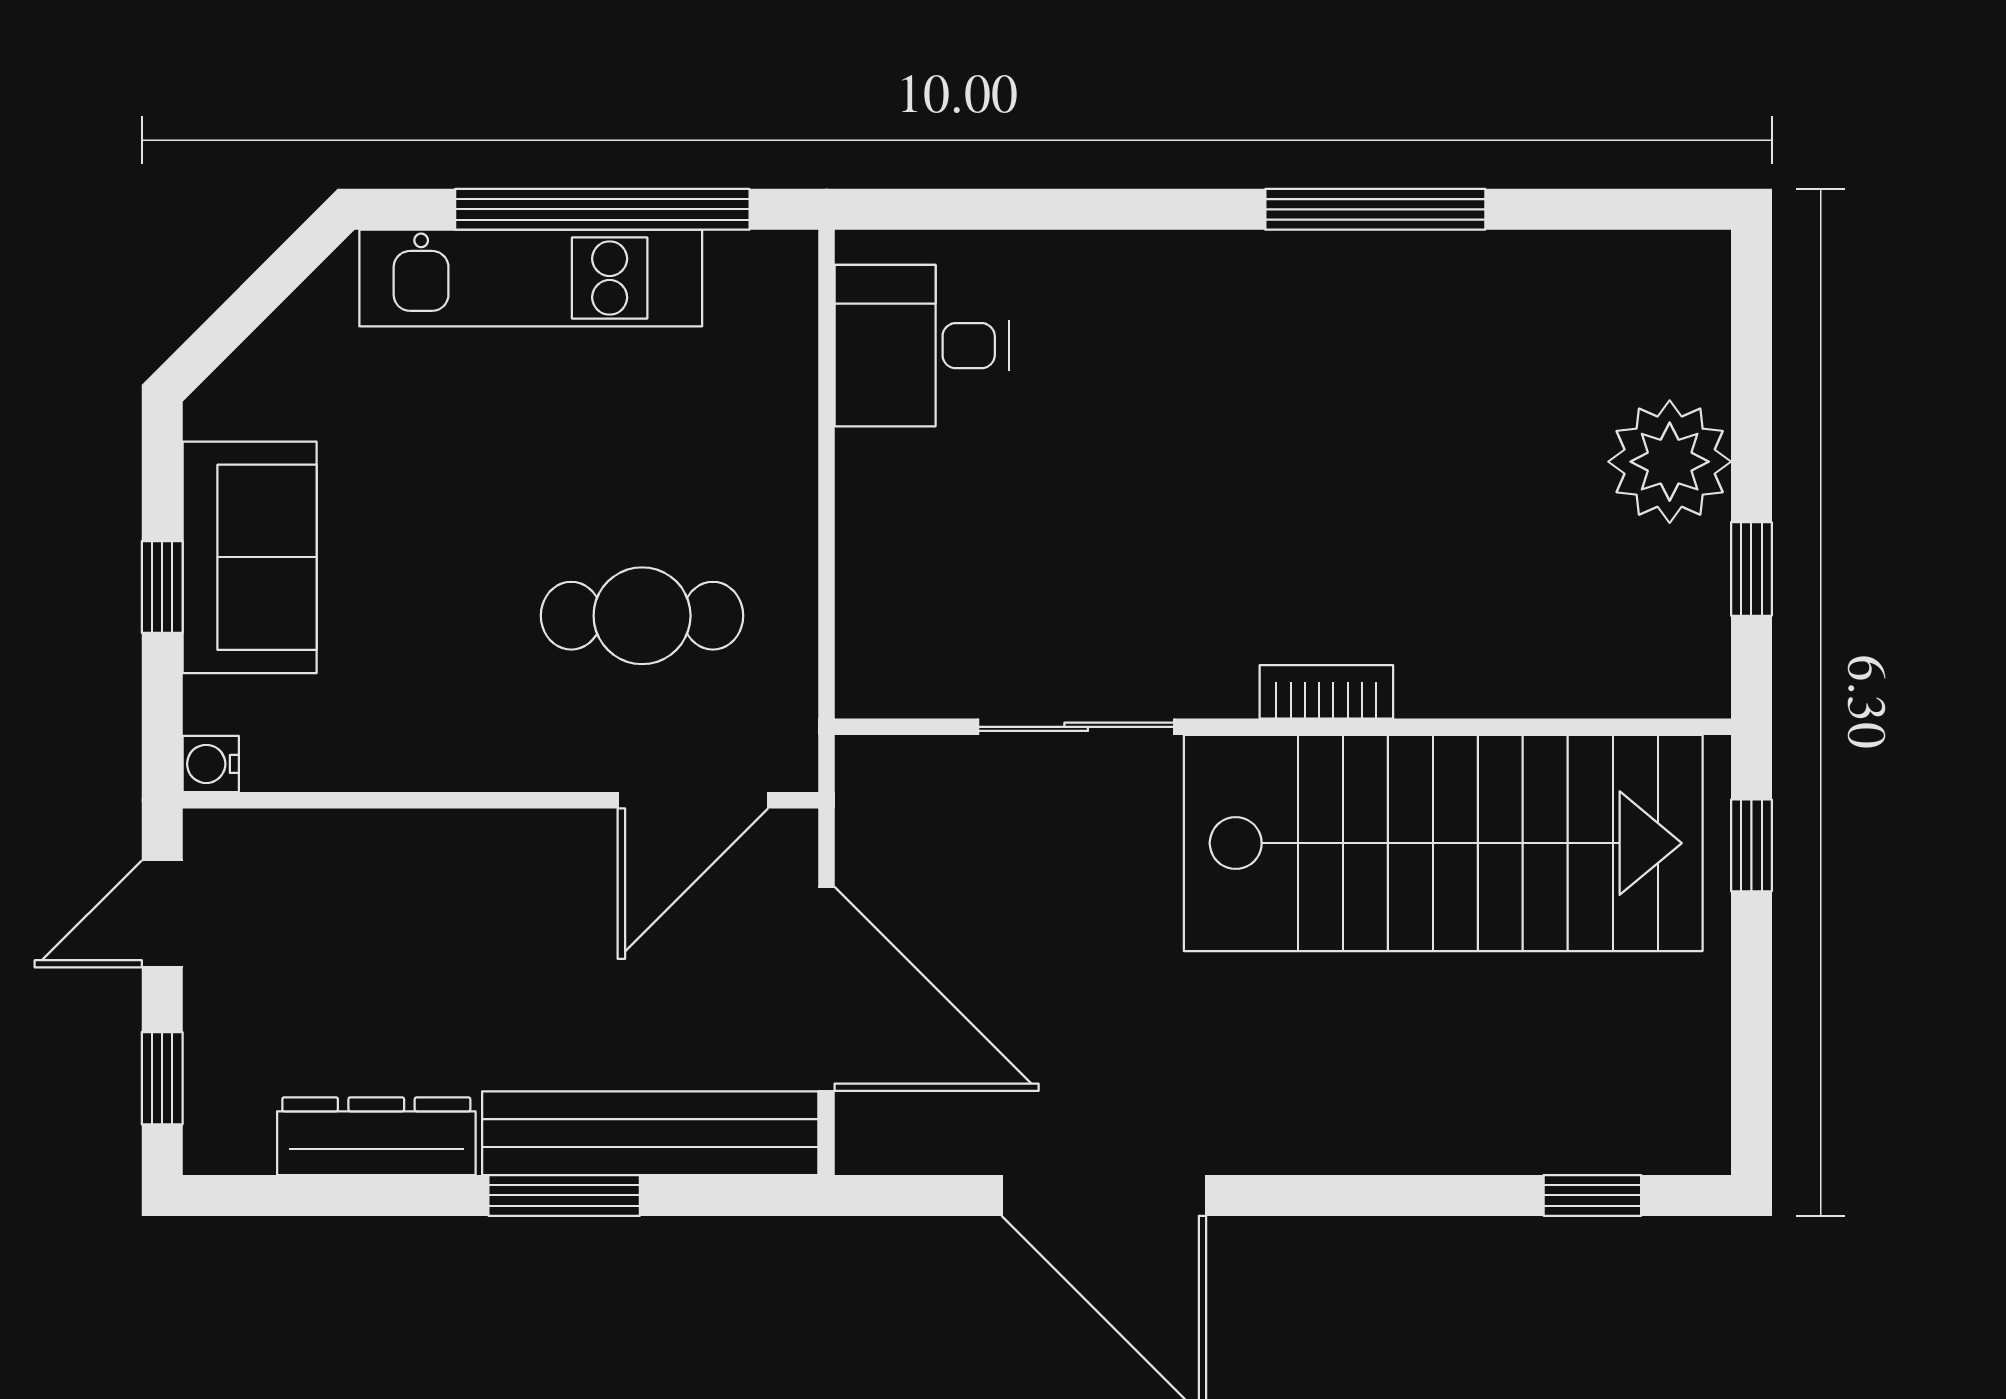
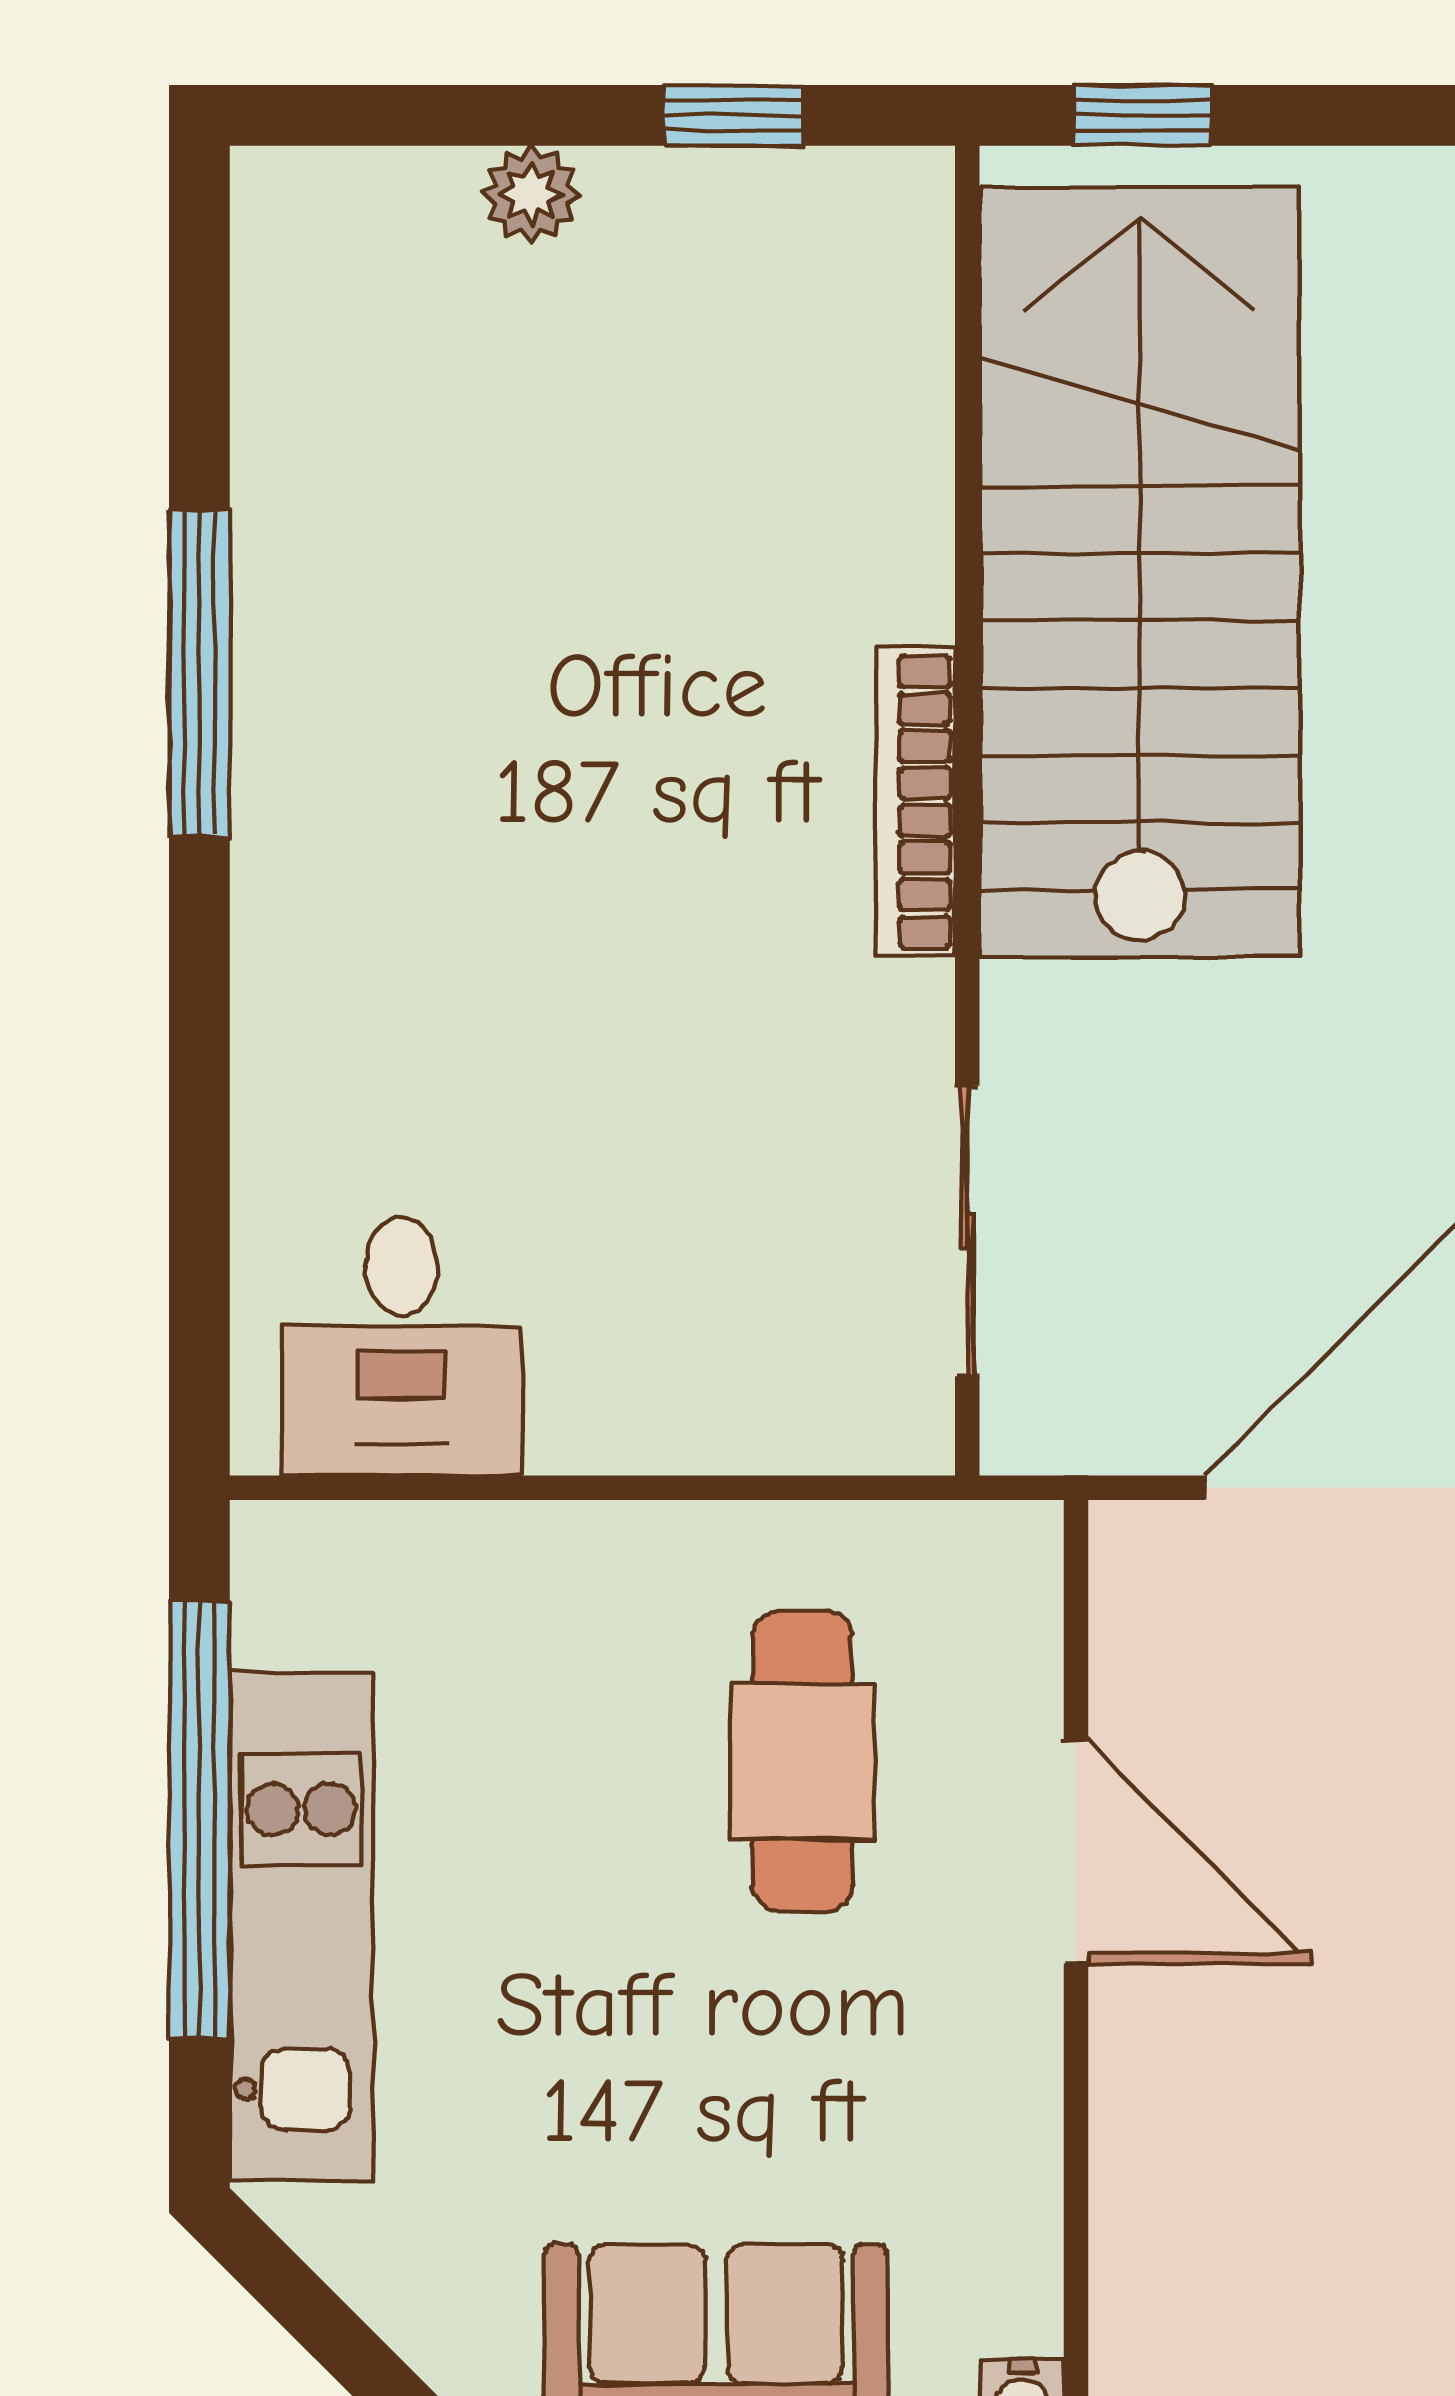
plant: (1670, 462) -> (531, 194), width x0.53, depth x0.53
bookcase: (1326, 692) -> (915, 802), width x1.56
sliding door: (1076, 727) -> (967, 1231), moved
door: (693, 800) -> (1076, 1852), moved

